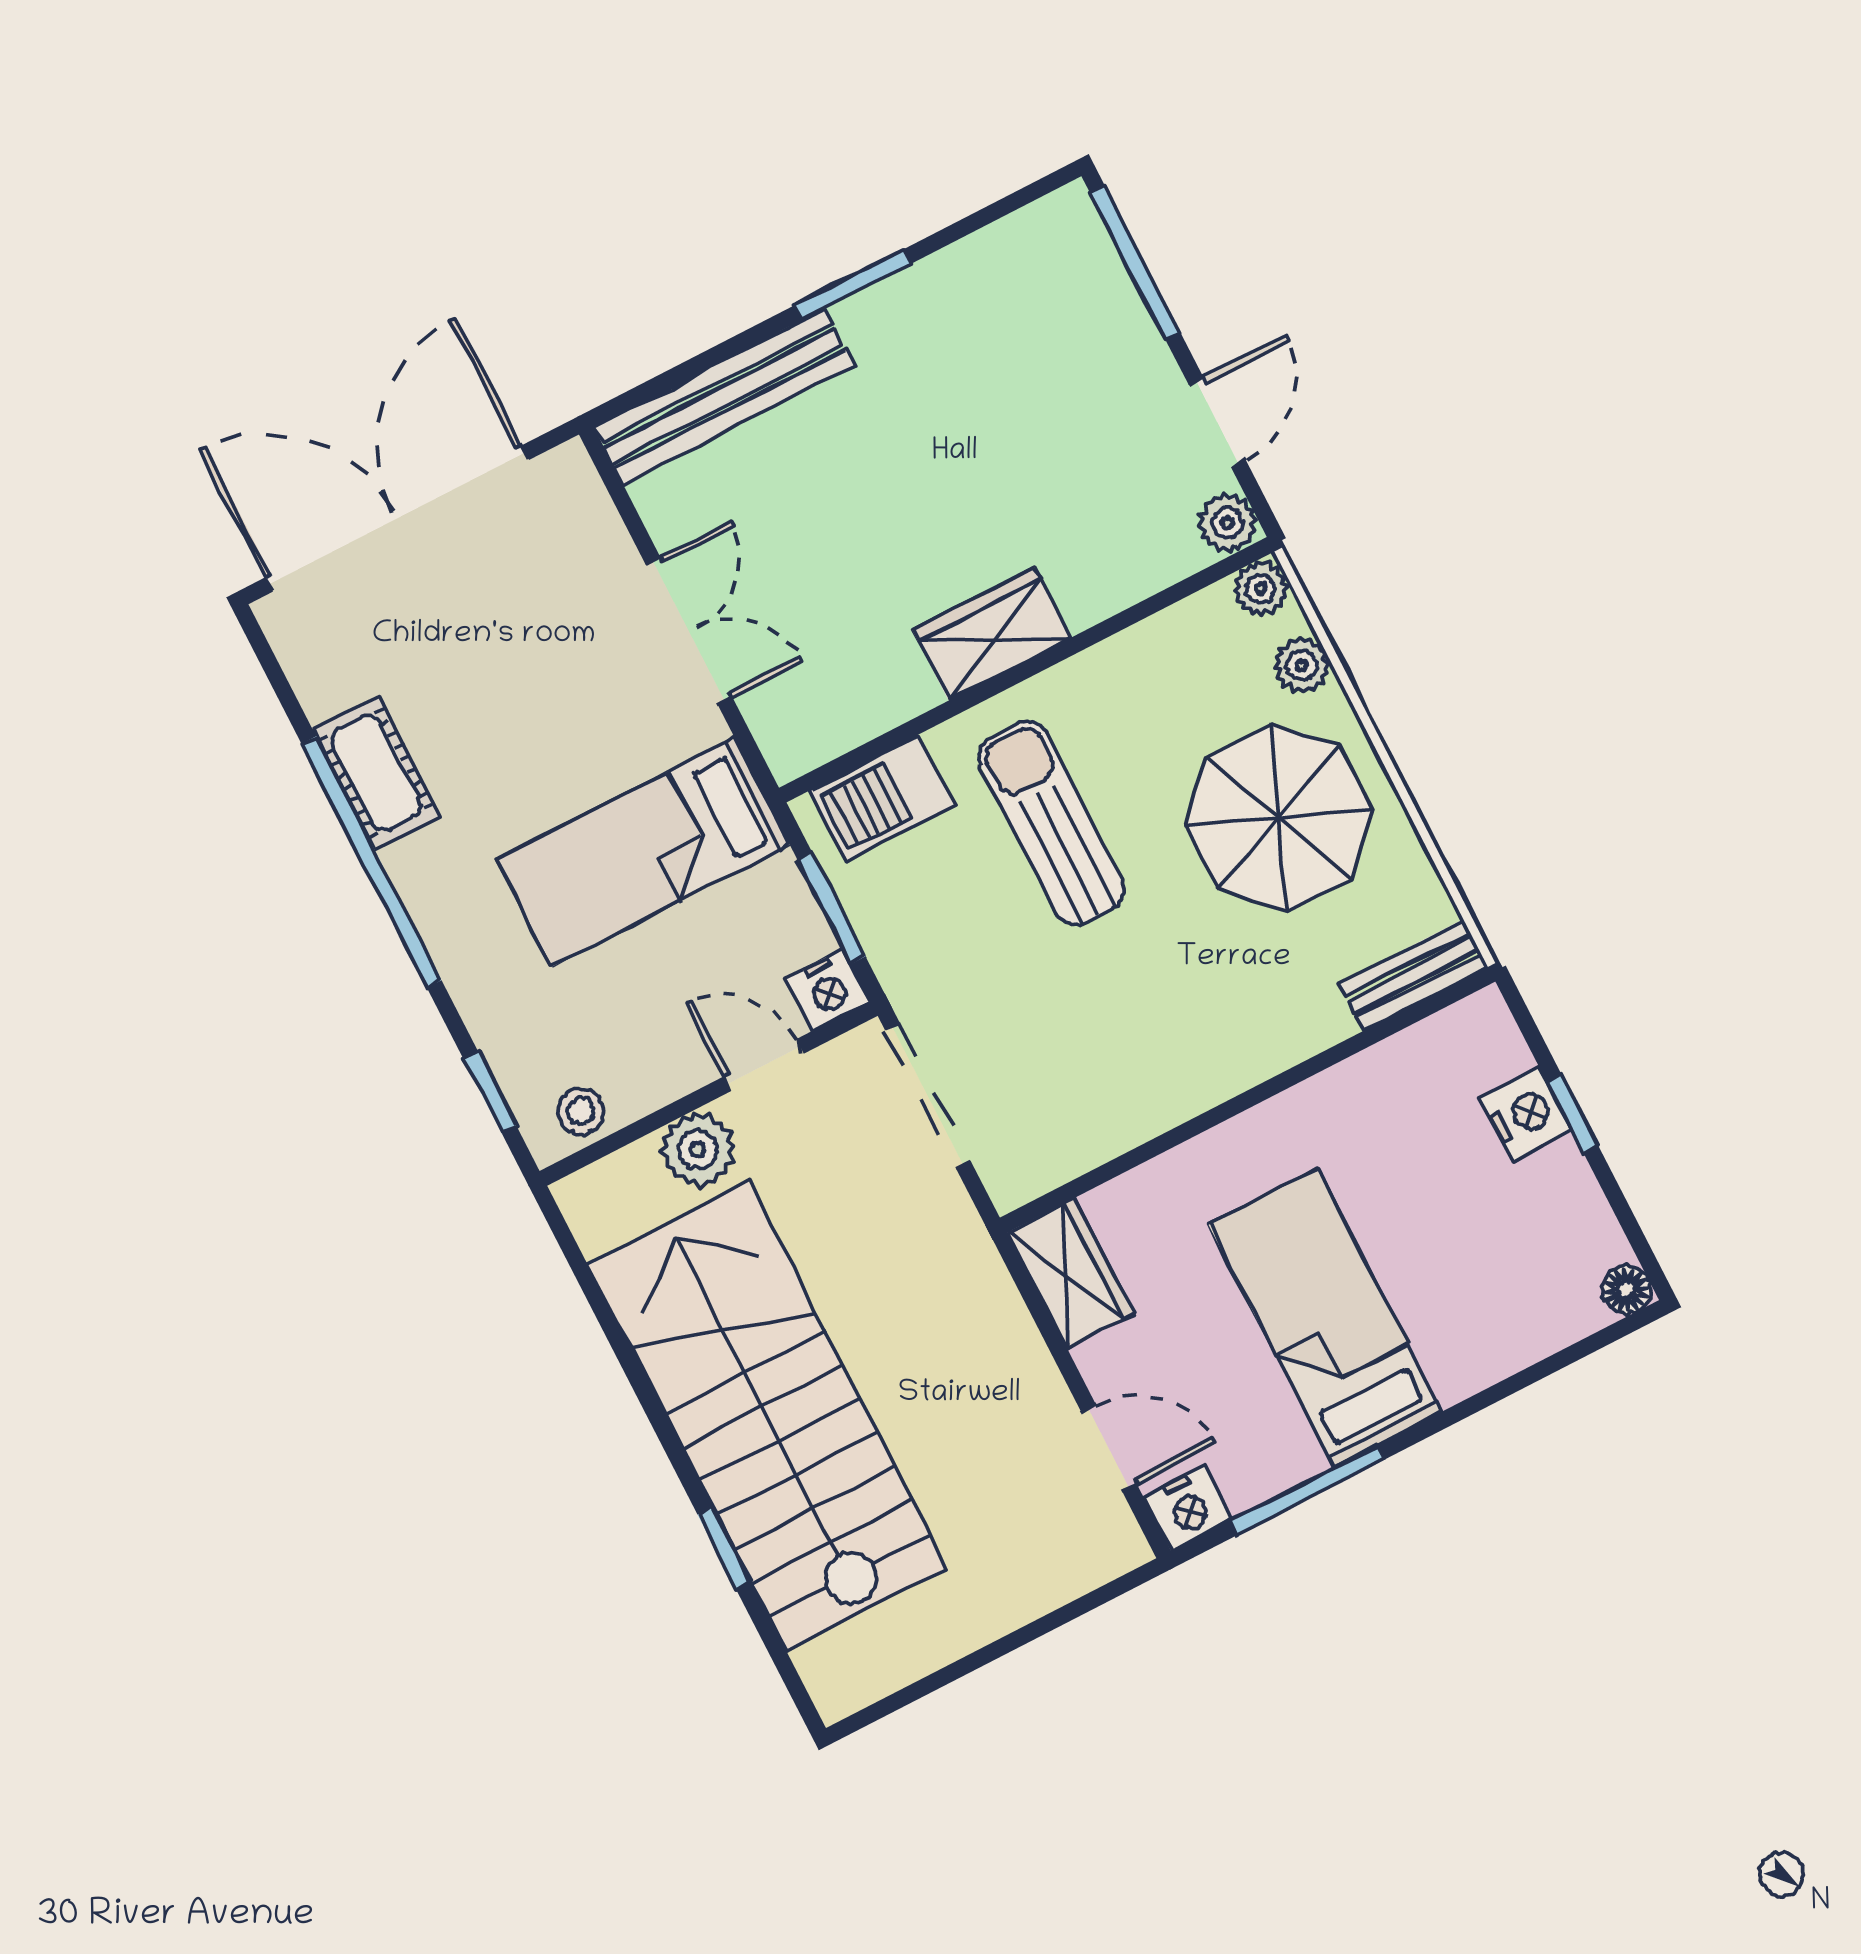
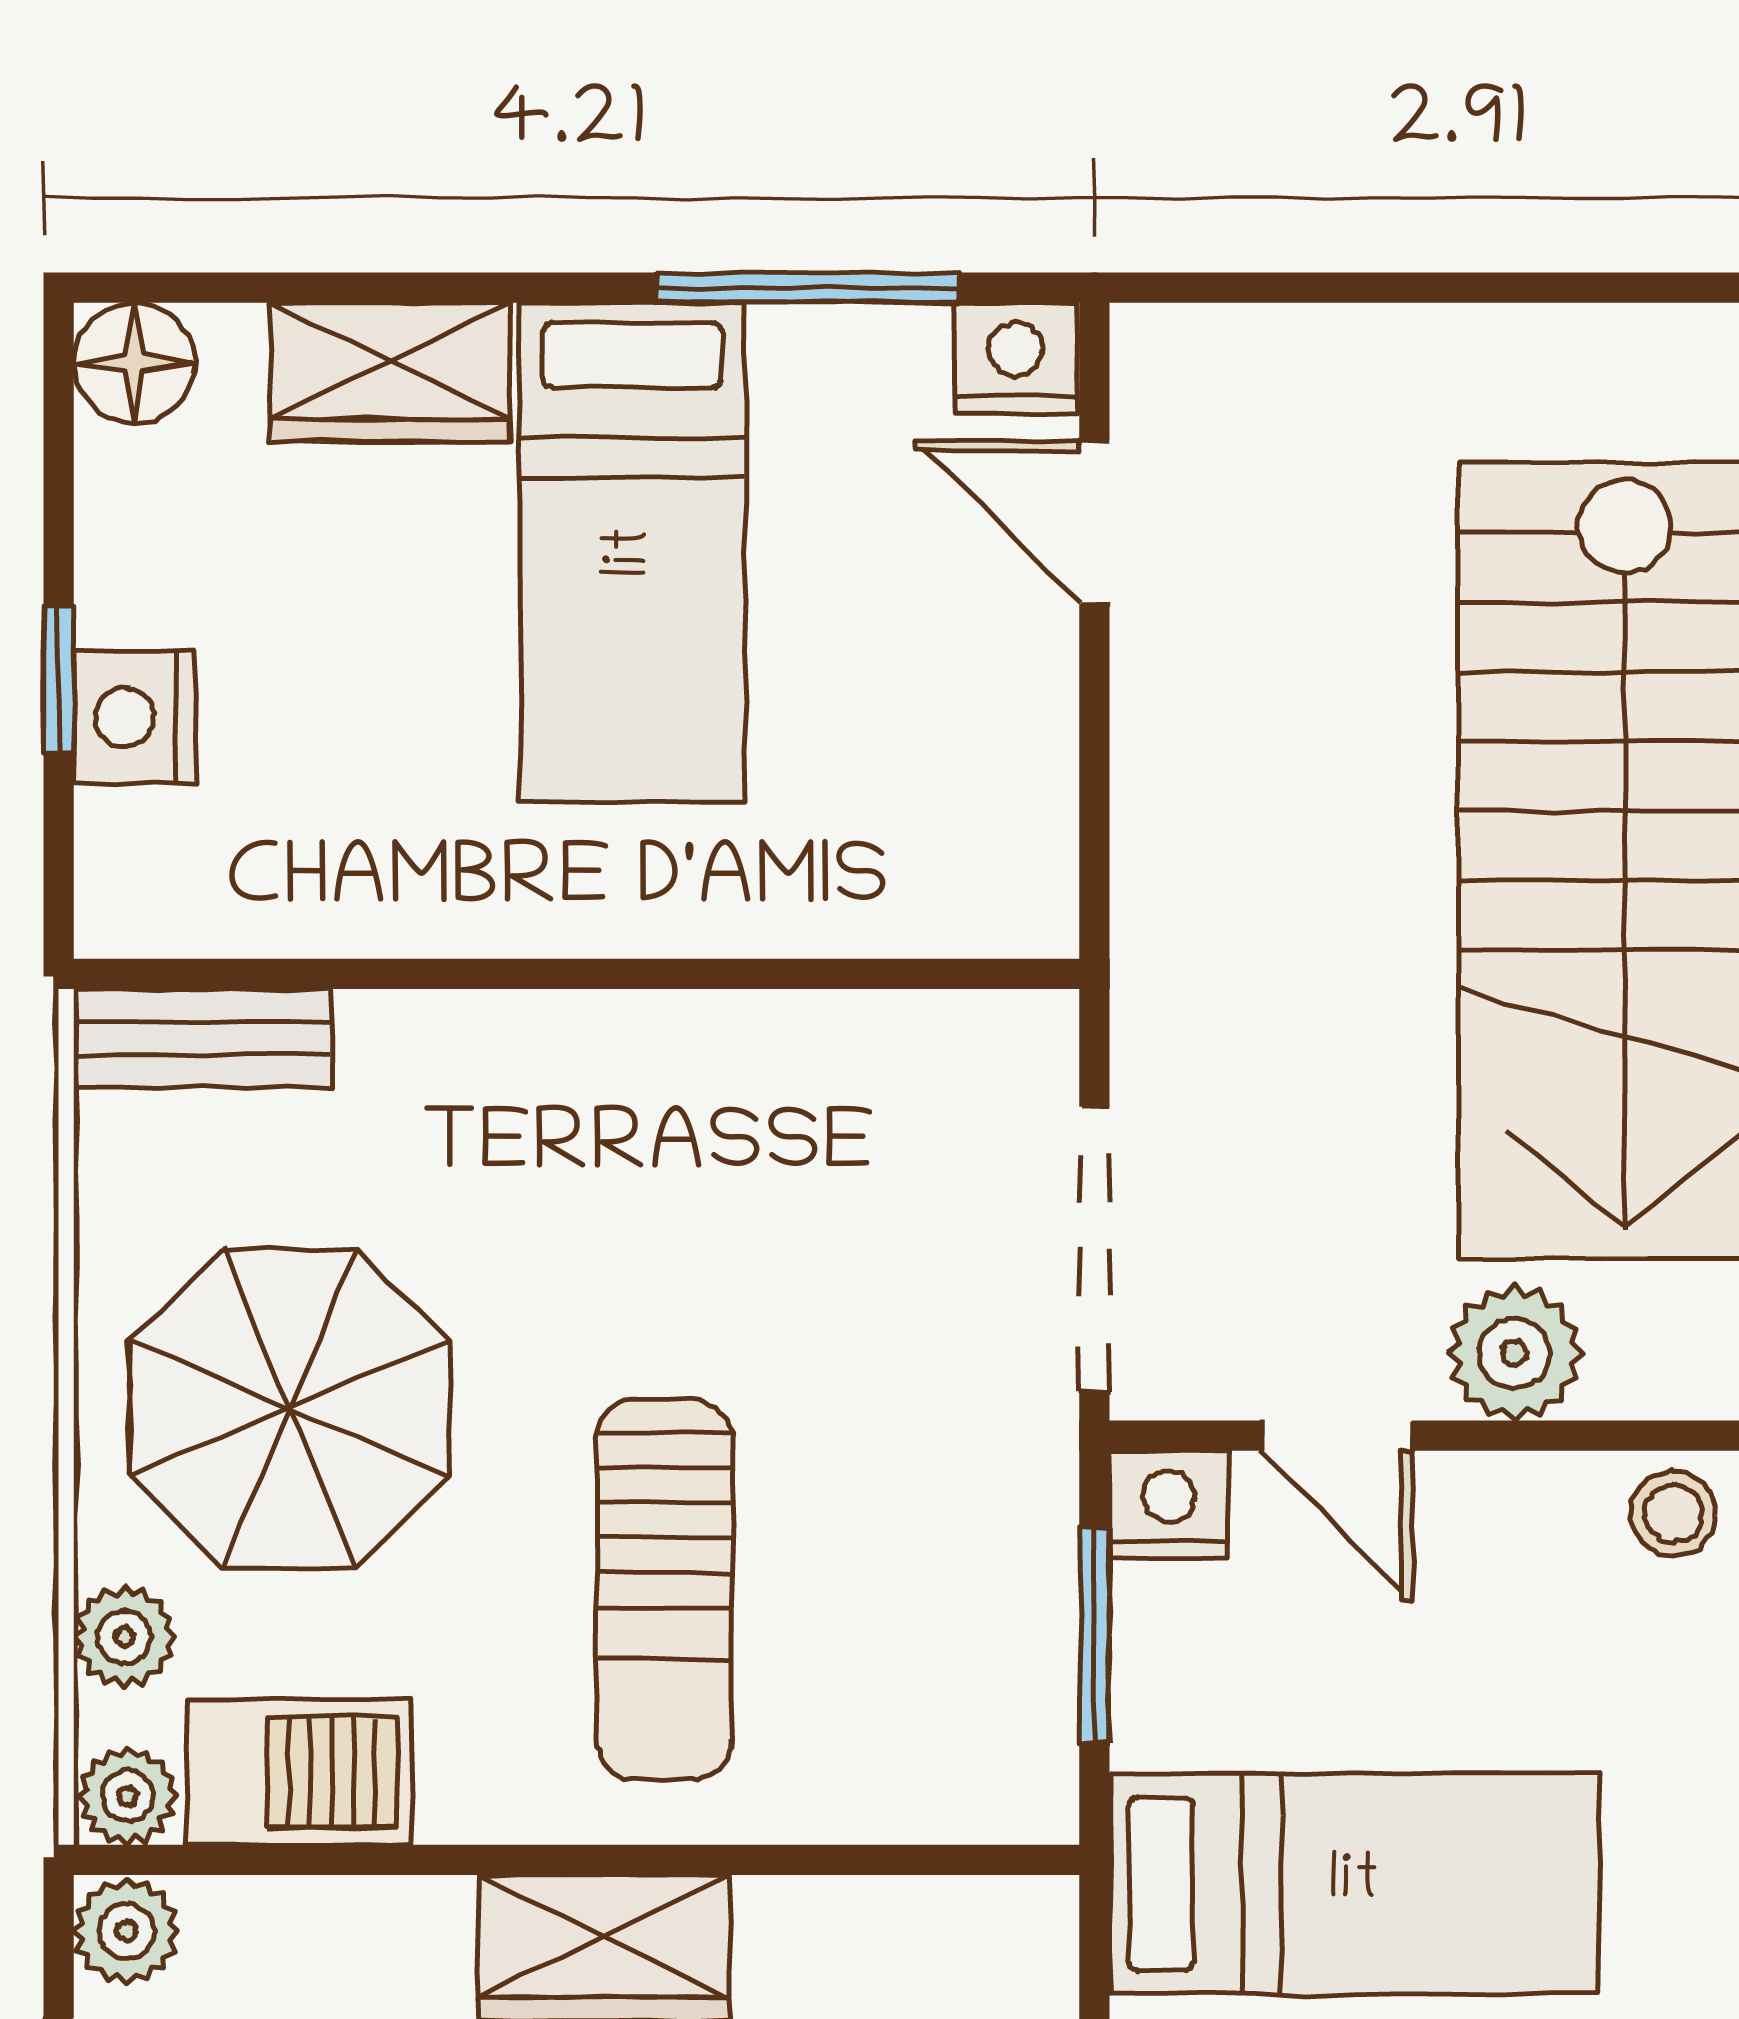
barbecue: (882, 798) -> (298, 1772), moved
wardrobe: (1071, 1273) -> (391, 372), moved, turned -90
floor lamp: (1627, 1290) -> (134, 363), width x1.37, depth x1.37

